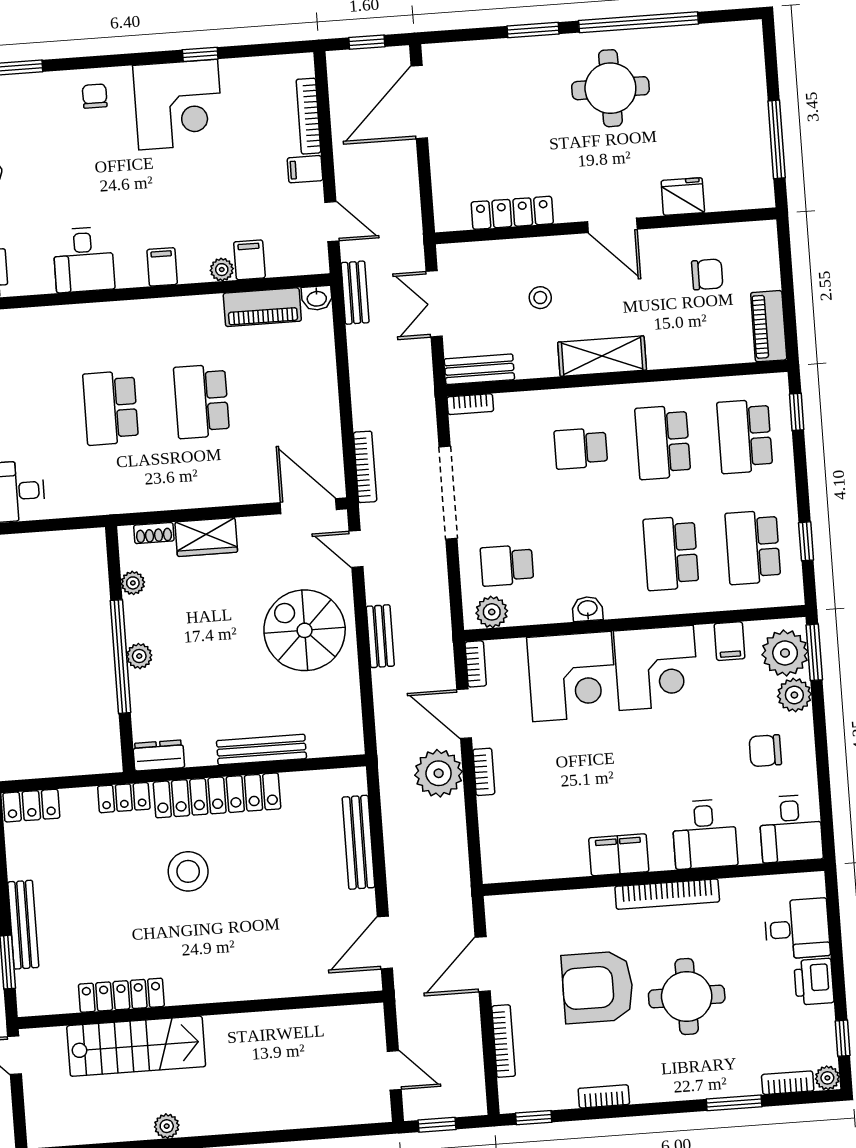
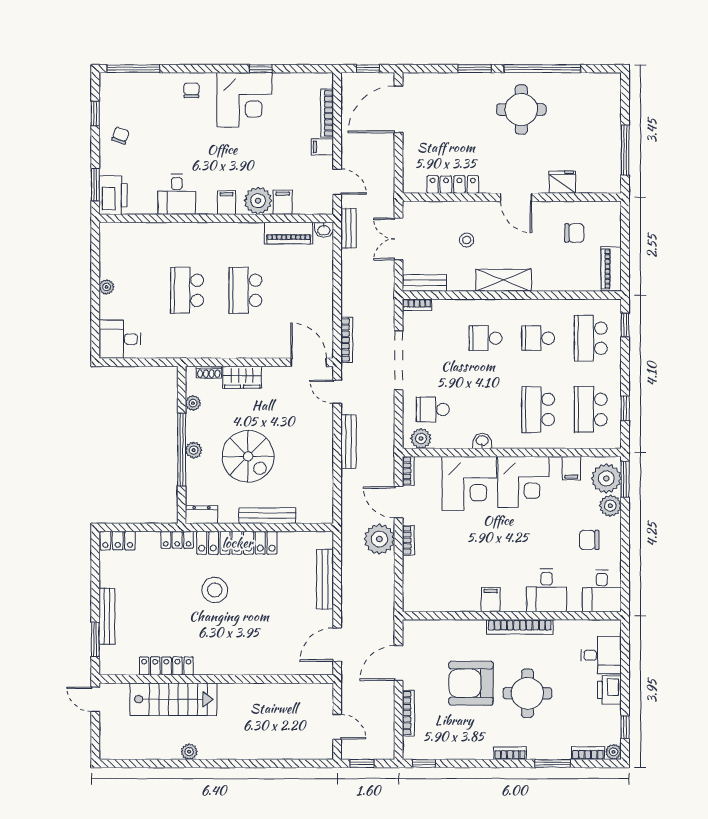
plant: (222, 270) -> (258, 201), width x1.88, depth x1.88
school desk: (663, 442) -> (538, 338), width x0.54
spiral stairs: (305, 630) -> (248, 456), moved, turned 180
bench: (380, 636) -> (349, 442), width x1.36
filing cabinet: (619, 855) -> (491, 600), width x0.50
bookcase: (604, 1096) -> (510, 753), moved

